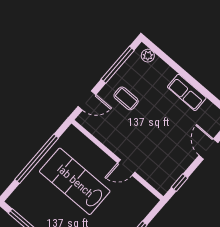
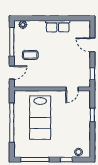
door: (126, 168) -> (72, 89), moved
lab bench: (75, 181) -> (40, 118), turned -90

